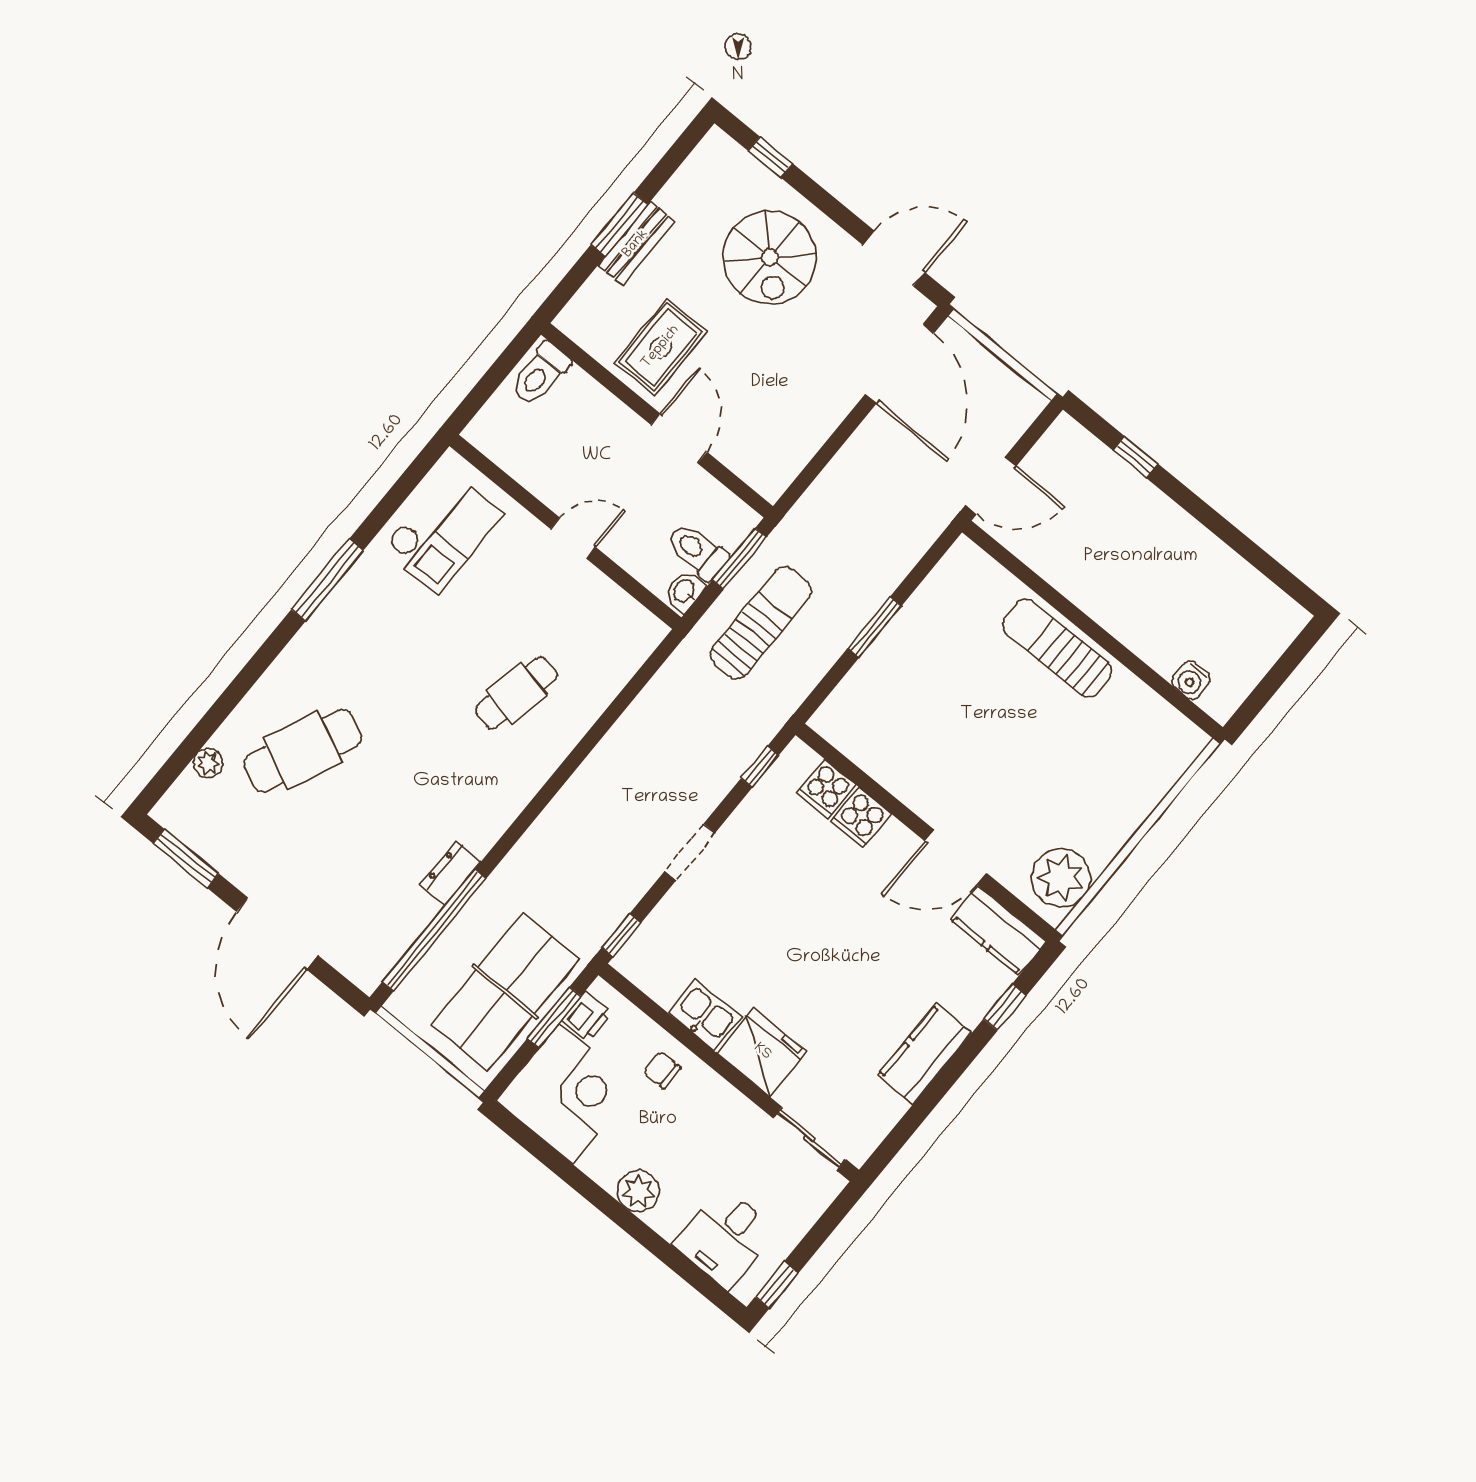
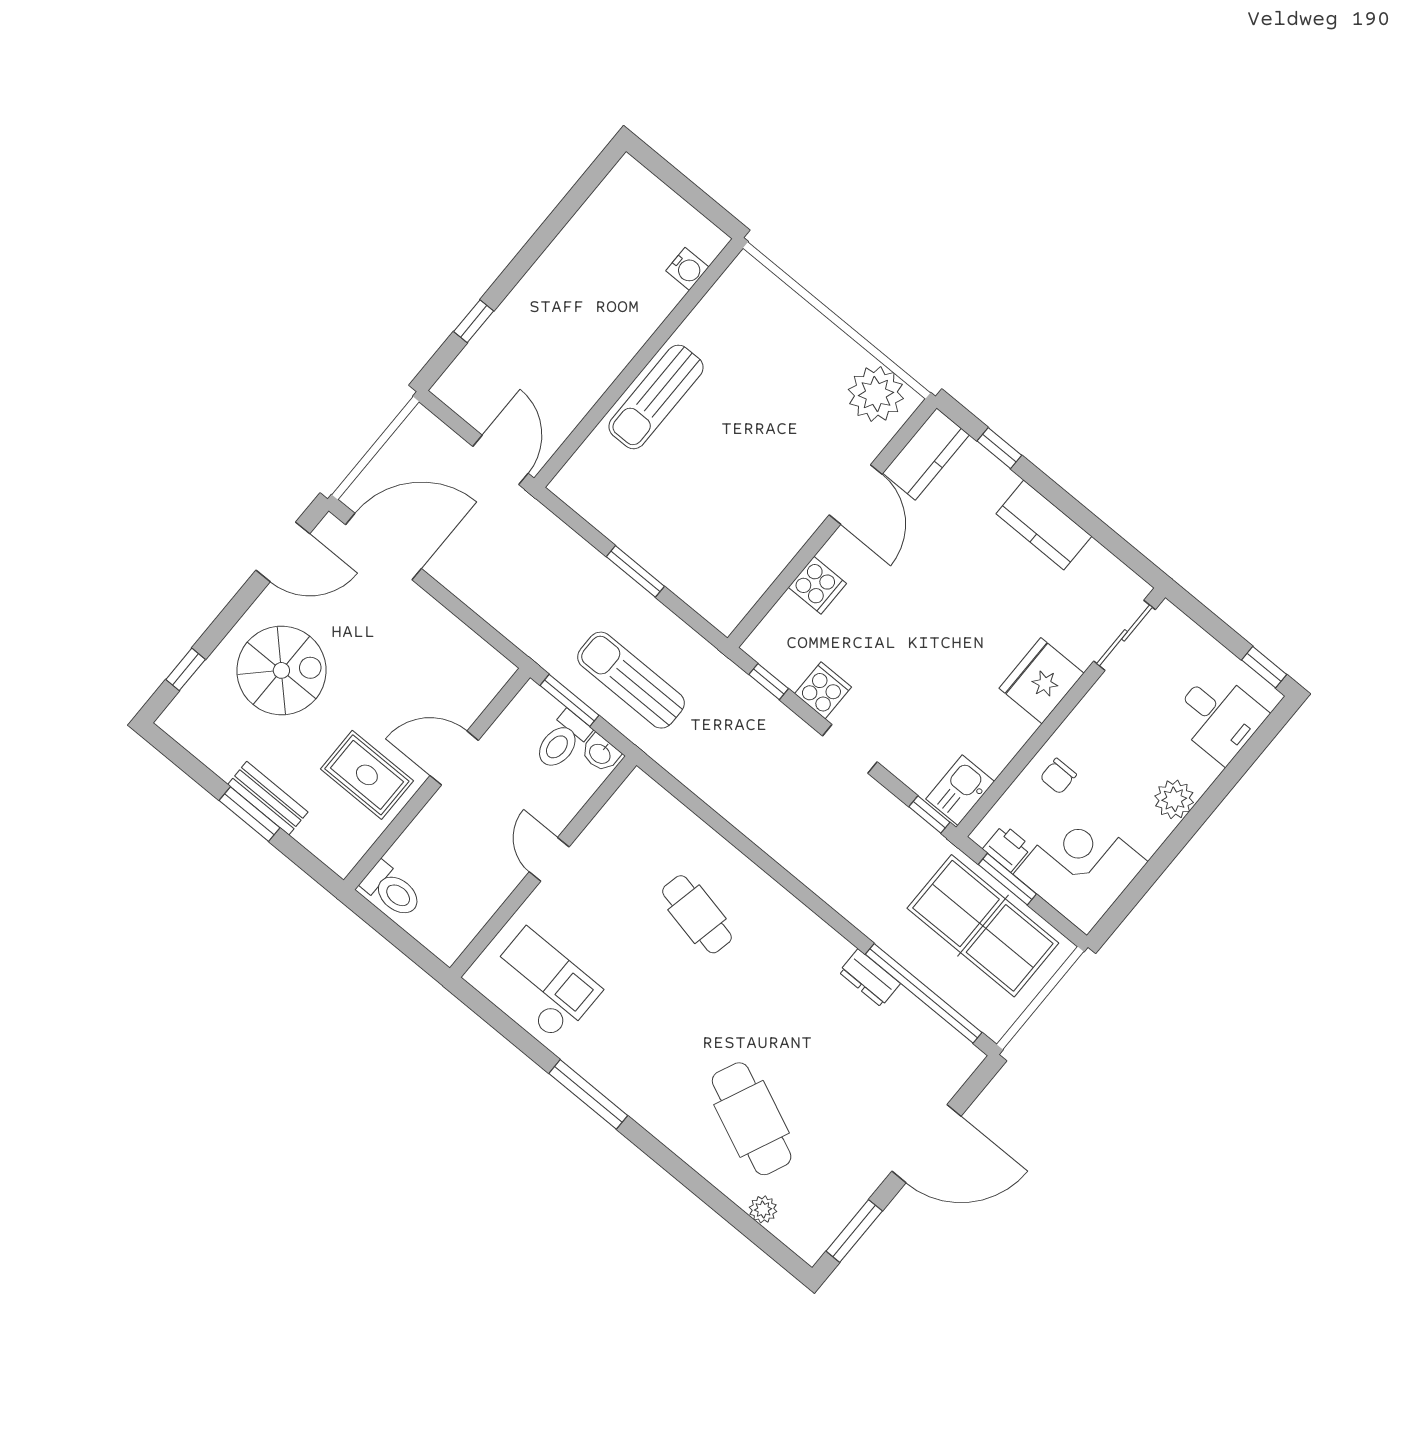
door: (894, 258) -> (283, 552), swing flipped
cooker: (826, 789) -> (823, 690), moved, turned -90
kitchen sink: (705, 1015) -> (960, 790), moved

